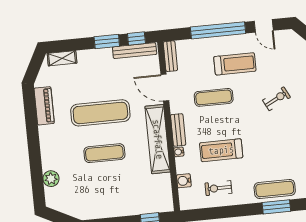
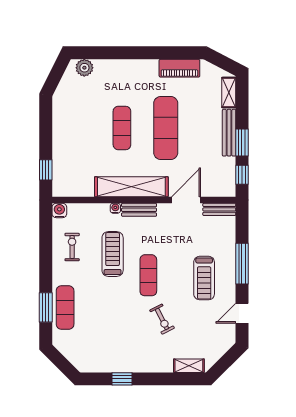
window: (218, 30) -> (242, 264), width x0.68
bench: (135, 51) -> (229, 133), moved
exercise mat: (214, 97) -> (148, 275), moved
plant: (51, 179) -> (84, 68), moved
water cooler: (184, 181) -> (59, 210), moved

